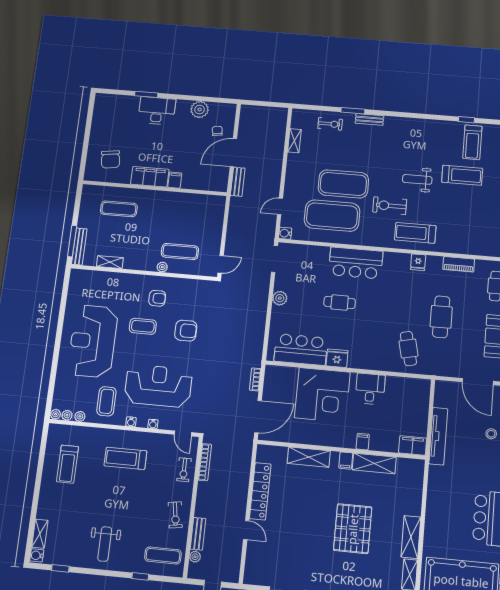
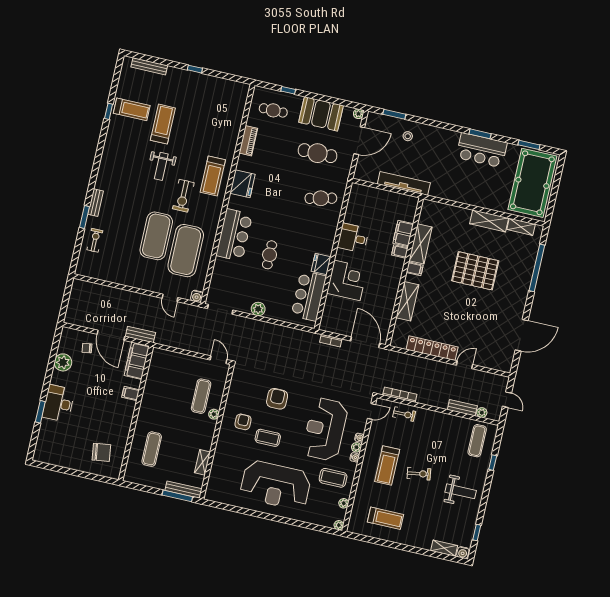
shelving: (294, 141) -> (107, 276), removed
filing cabinet: (150, 177) -> (137, 361), moved
fridge: (418, 262) -> (242, 184), width x1.88, depth x1.34
cafe table: (441, 317) -> (318, 153), moved
coffee table: (143, 326) -> (268, 438), turned 90
corner desk: (322, 395) -> (347, 280), width x0.74, depth x0.74
plant: (67, 415) -> (356, 447), moved
filing cabinet: (413, 445) -> (403, 233), moved
exercise bike: (175, 515) -> (419, 474), moved

